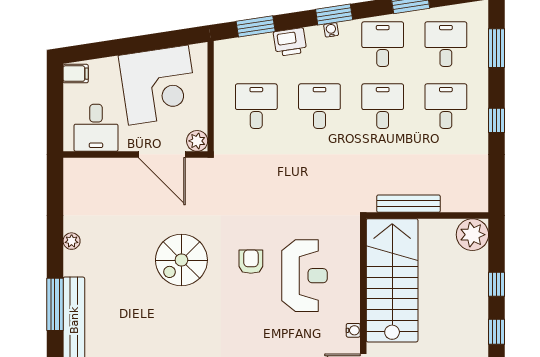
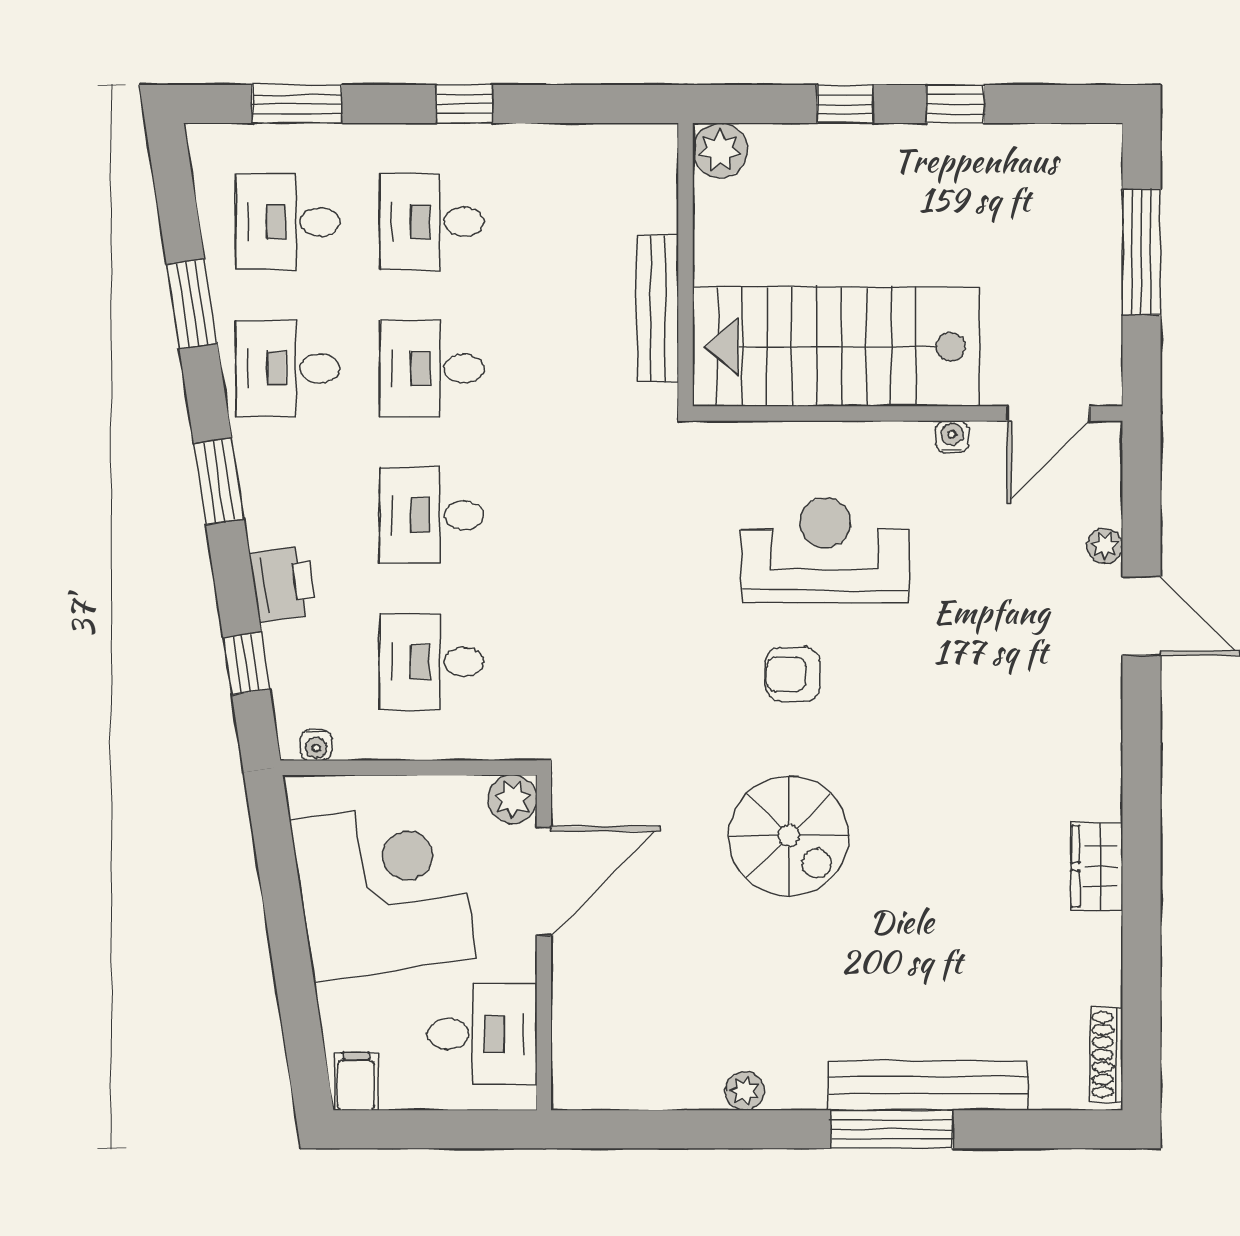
window: (256, 26) -> (246, 663), width x0.67
water cooler: (331, 30) -> (316, 745), moved, turned -81
plant: (472, 235) -> (720, 150), width x0.73, depth x0.73

